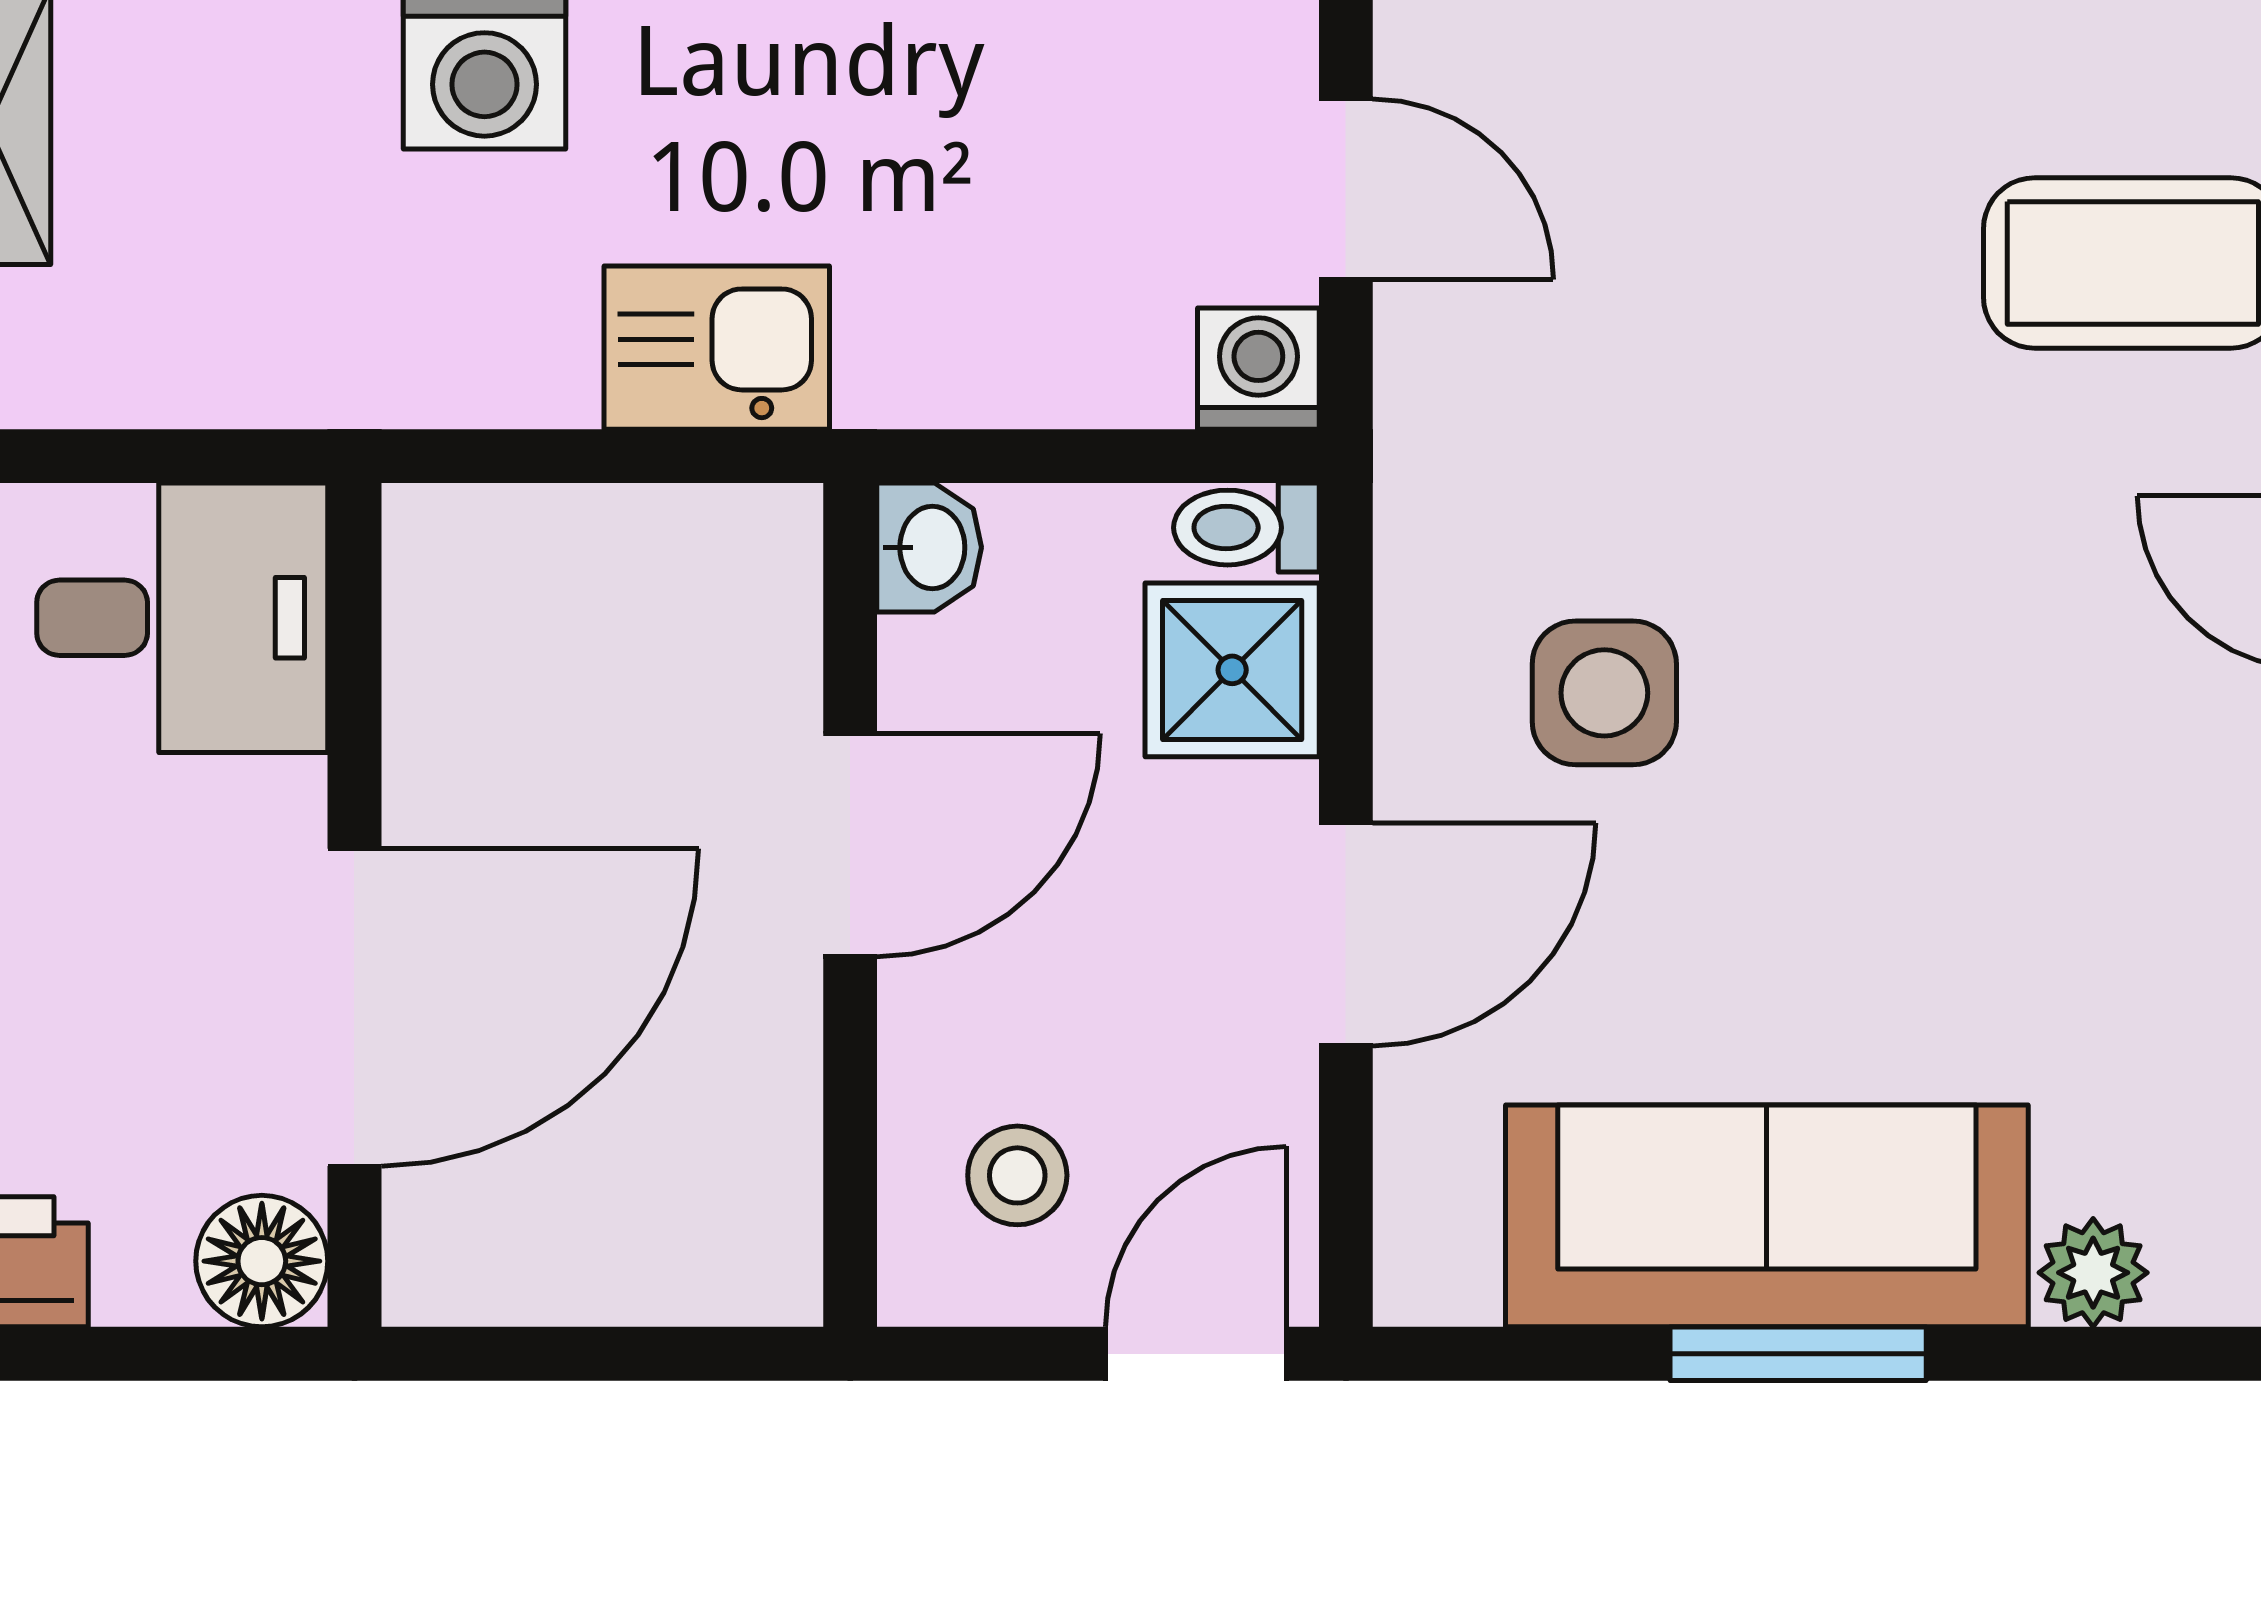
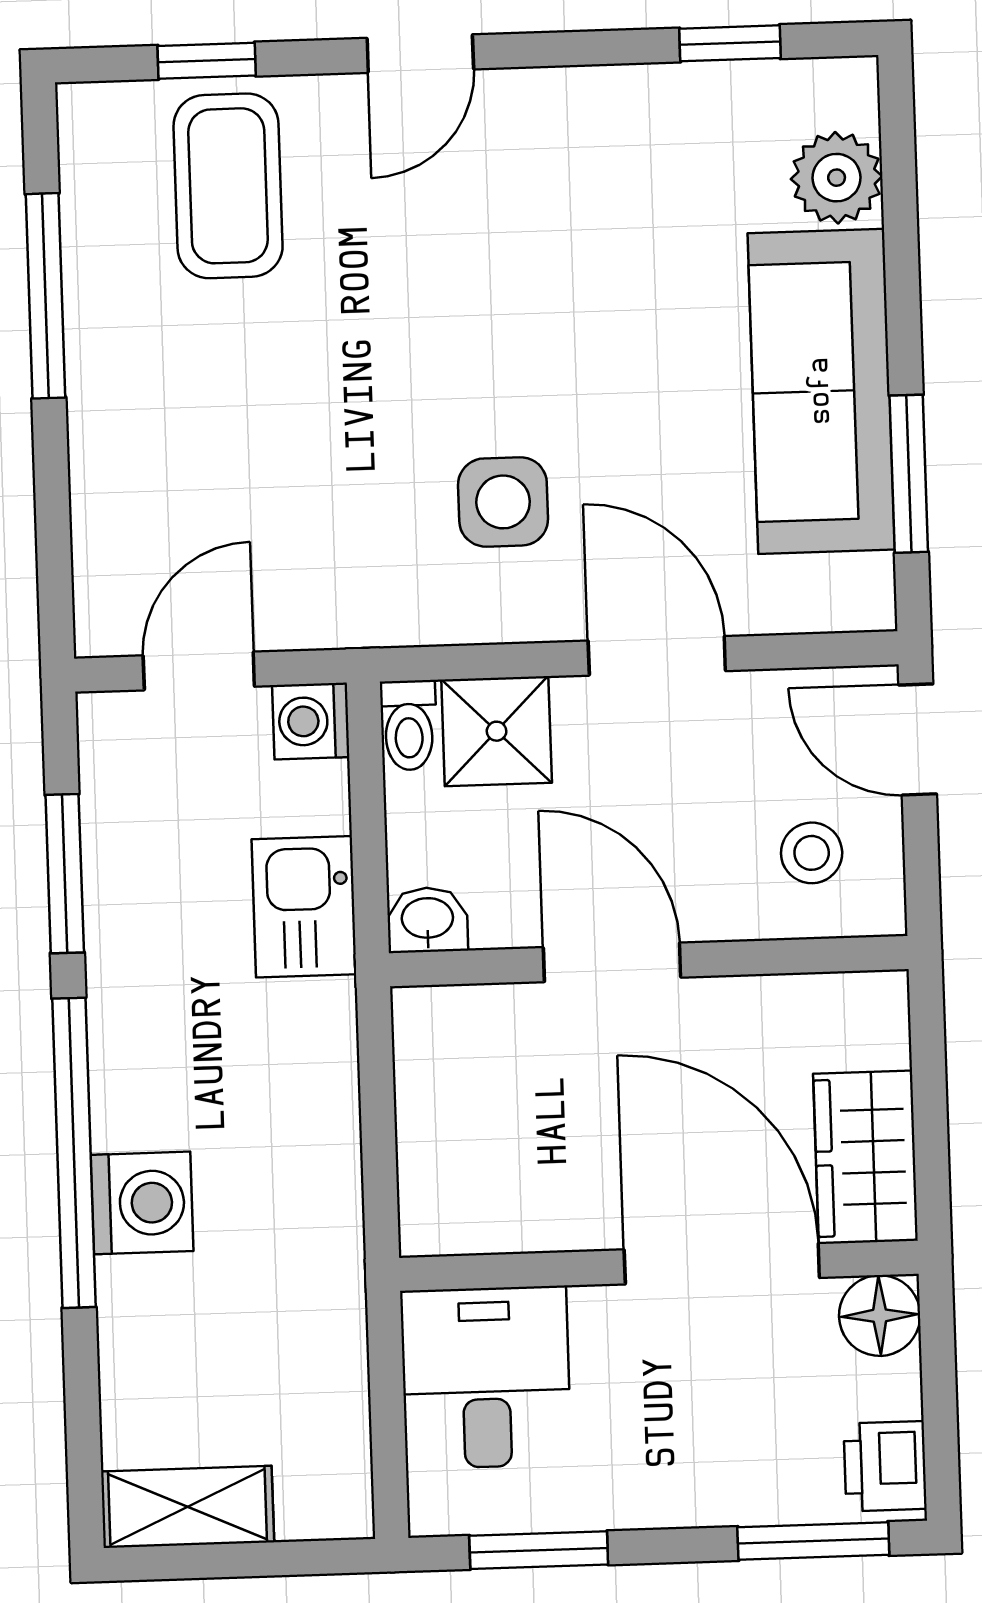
kitchen sink: (717, 348) -> (304, 907), moved
wardrobe: (520, 1247) -> (865, 1157), added
plant: (2093, 1273) -> (837, 178), width x1.38, depth x1.38
window: (1798, 1354) -> (909, 474), moved

